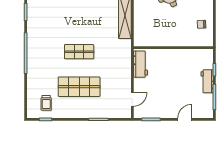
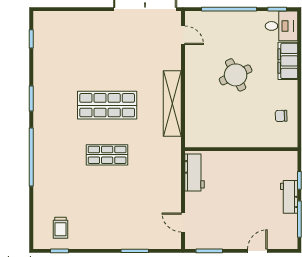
shop shelf: (79, 87) -> (107, 105), moved
door: (132, 99) -> (183, 222), swing flipped

